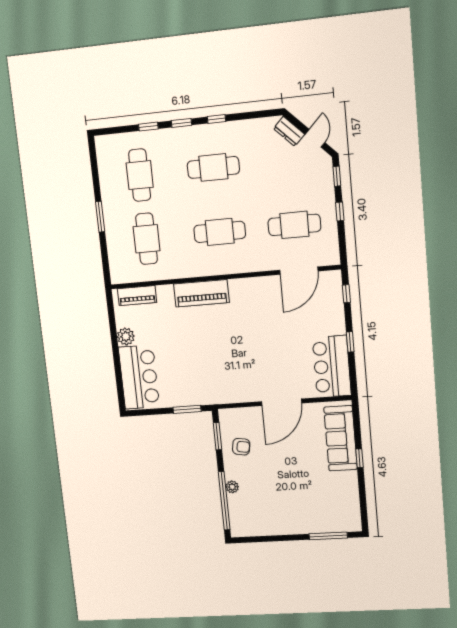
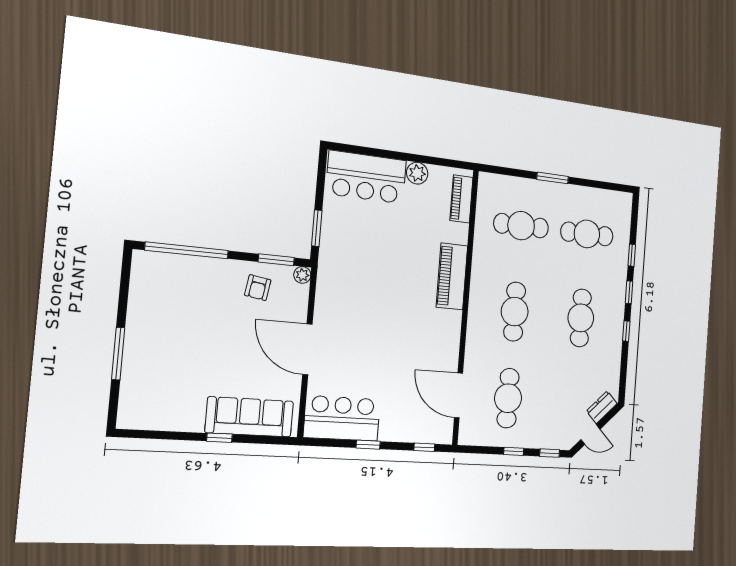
plant: (232, 487) -> (302, 275), moved
window: (328, 536) -> (118, 354), moved

